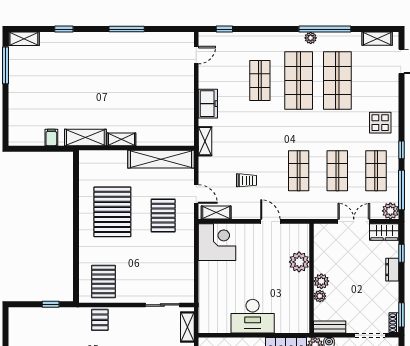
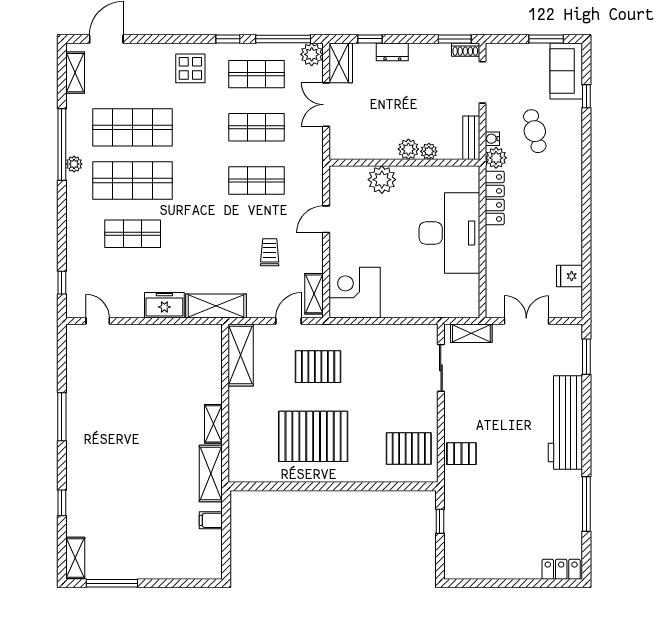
shelving: (205, 141) -> (216, 306), width x1.50, depth x1.33
shelving: (161, 159) -> (241, 355), width x0.68
desk: (253, 316) -> (449, 233), width x1.36, depth x1.30

